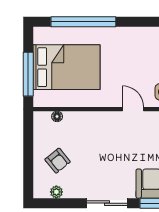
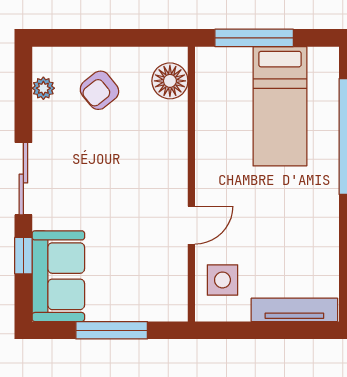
bed: (66, 67) -> (280, 106), width x0.67
floor lamp: (57, 116) -> (170, 81), width x1.89, depth x1.89

